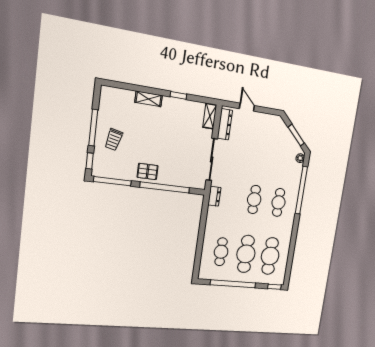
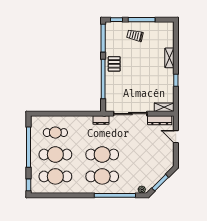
door: (247, 107) -> (176, 137), swing flipped
cafe table: (254, 200) -> (102, 154), width x1.37, depth x1.35
cafe table: (279, 202) -> (102, 176), width x1.37, depth x1.35

